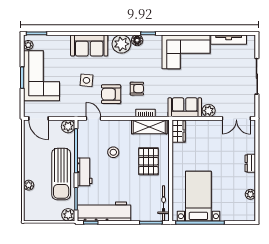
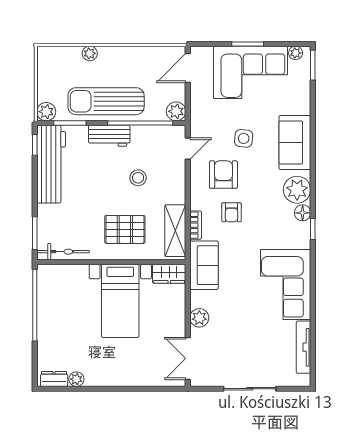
sofa: (185, 107) -> (204, 265), moved
dresser: (250, 163) -> (54, 379), moved
bed with nightstands: (198, 196) -> (120, 301), moved, turned 90

